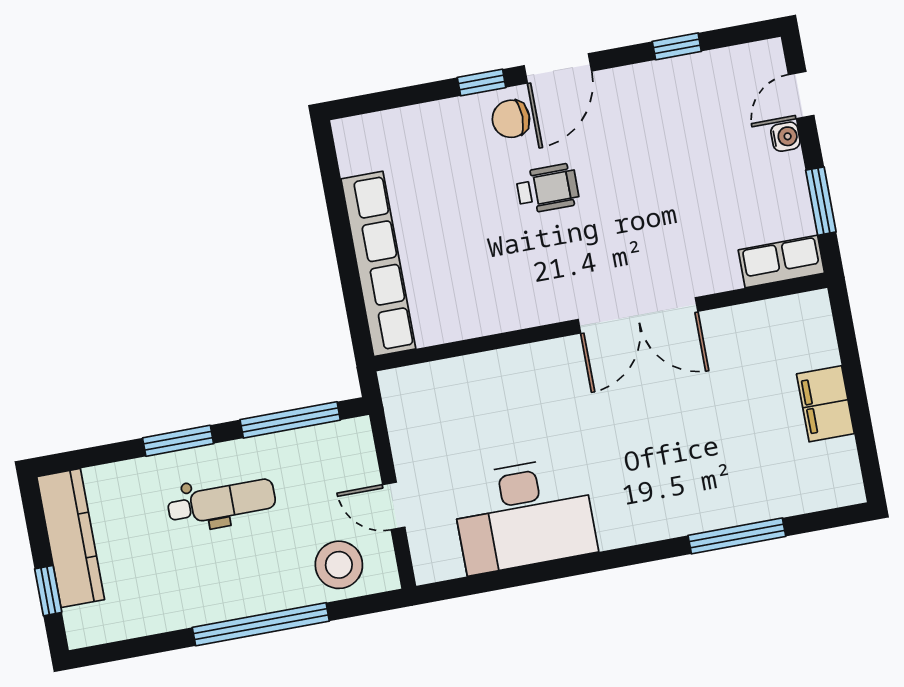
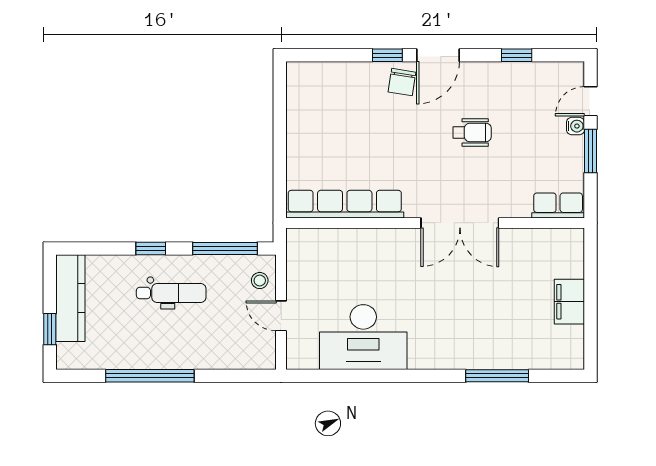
chair: (511, 119) -> (402, 82), turned -81
wheelchair: (548, 189) -> (472, 132), moved
window: (821, 201) -> (590, 151), moved
row of seats: (378, 264) -> (345, 204), moved, turned -90
window: (178, 441) -> (151, 249), width x0.67
stool: (339, 565) -> (260, 281), moved, width x0.53, depth x0.53
window: (261, 624) -> (150, 376), moved

